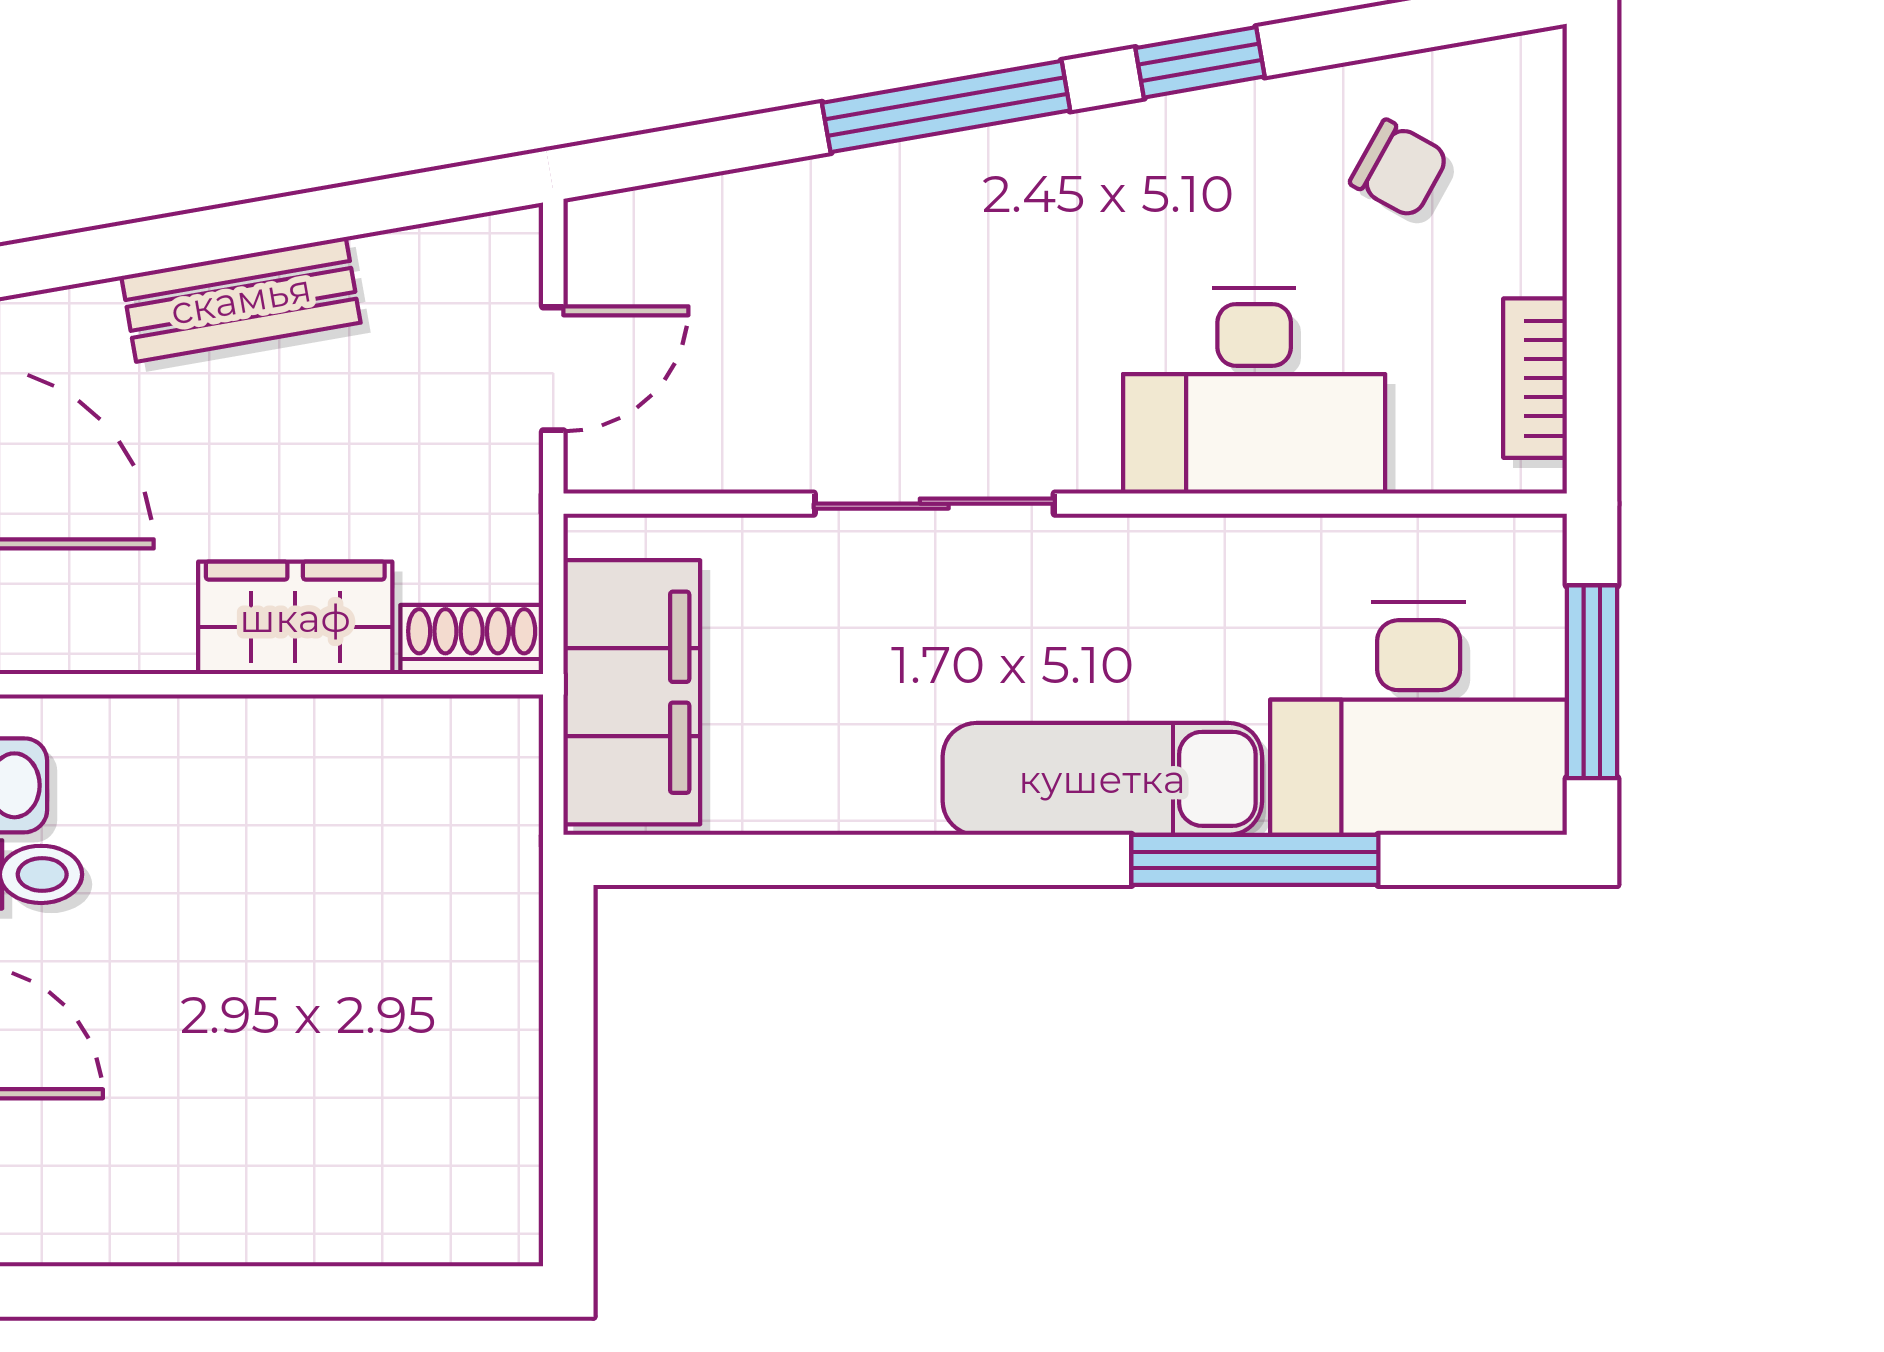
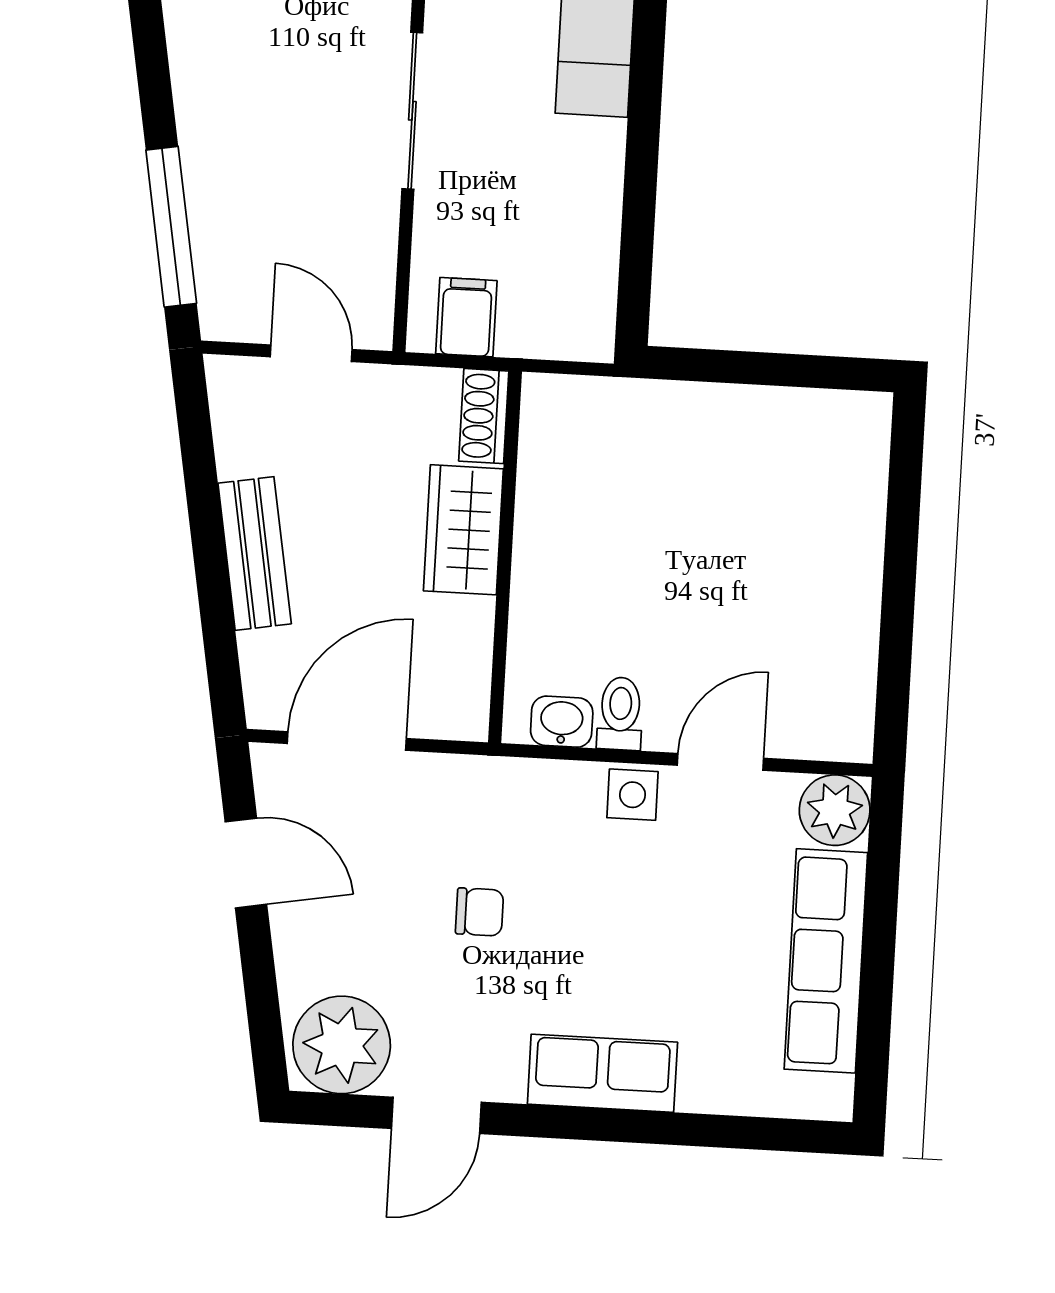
window: (946, 107) -> (171, 227), moved
filing cabinet: (632, 692) -> (466, 317), width x0.33, depth x0.86

